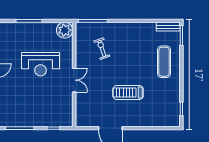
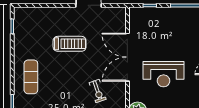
reception desk: (40, 64) -> (164, 74), turned 180
double door: (74, 80) -> (127, 57), width x1.87

